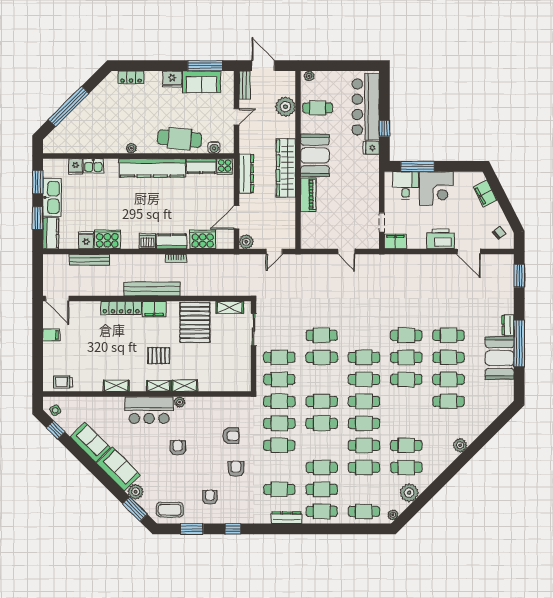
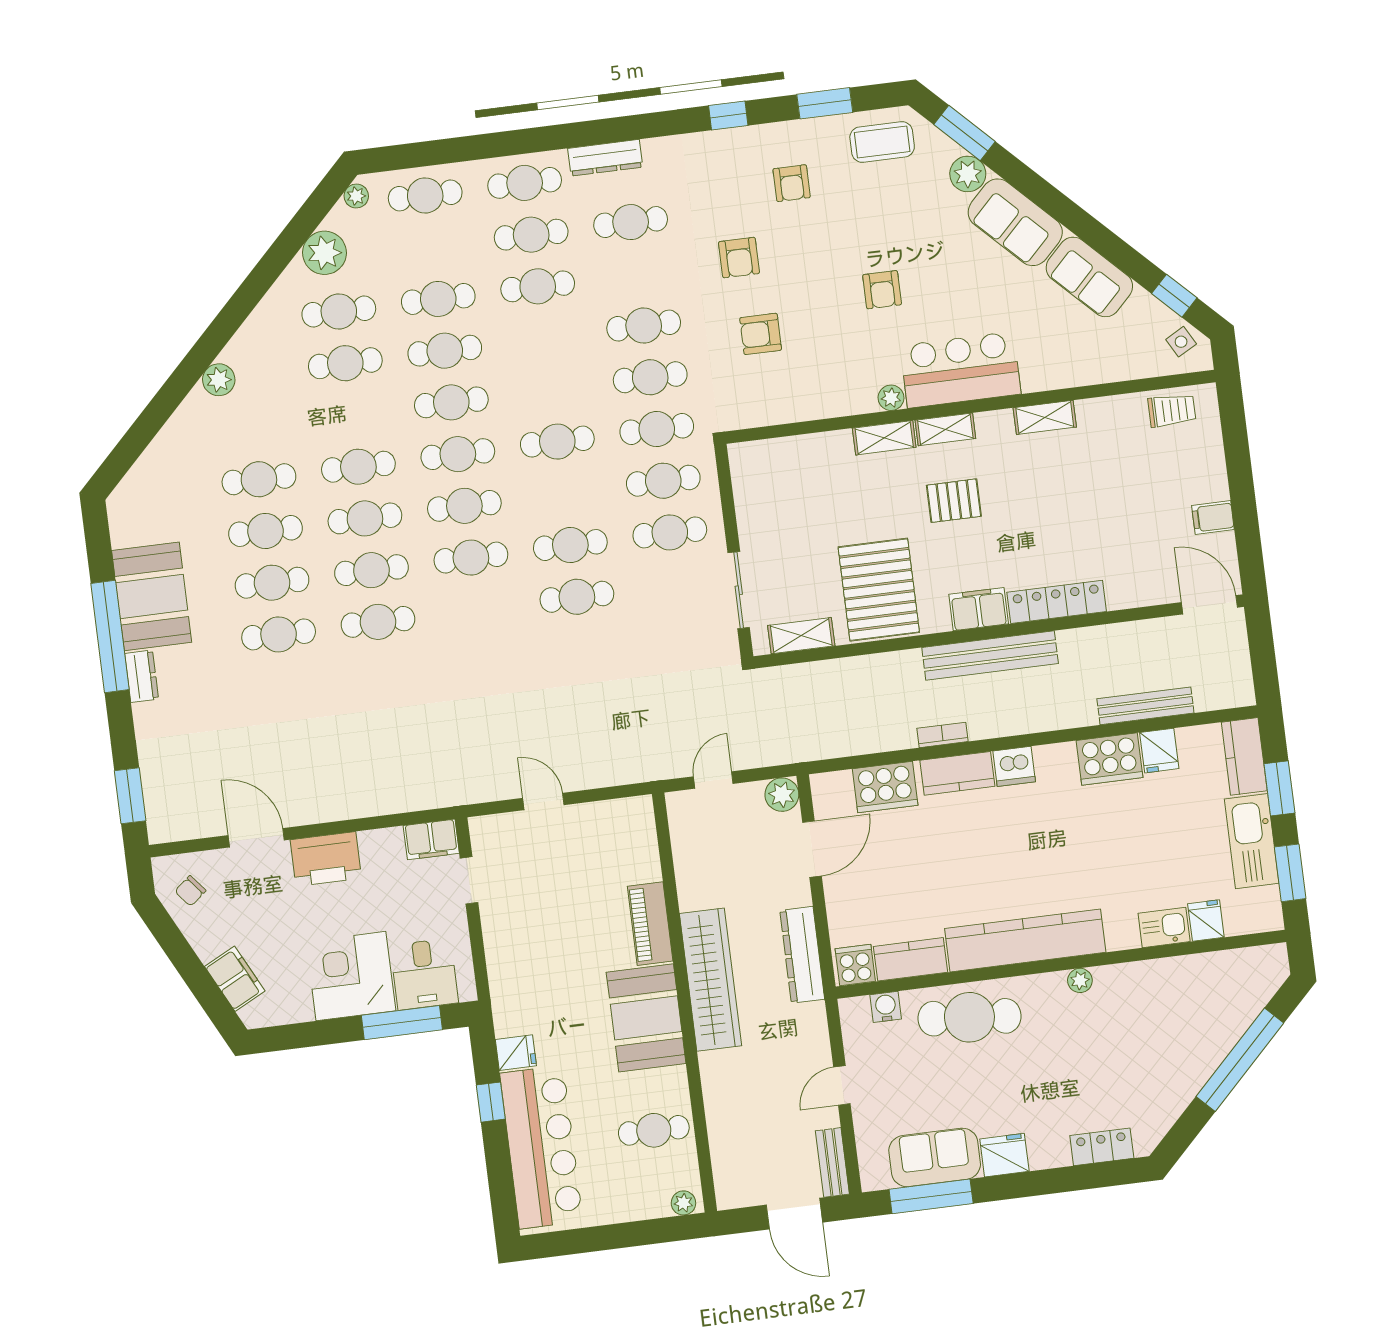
plant: (285, 107) -> (730, 1124), removed
cafe table: (322, 423) -> (358, 467), moved

